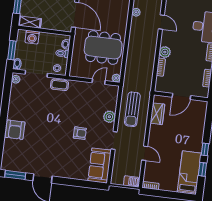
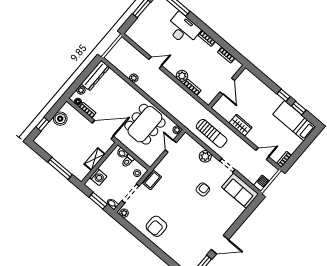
shelving: (30, 22) -> (95, 159), moved
wardrobe: (157, 114) -> (240, 125), moved
armchair: (15, 130) -> (156, 226), moved, turned 90
door: (145, 153) -> (262, 154), moved
barbecue: (131, 181) -> (262, 183), moved

